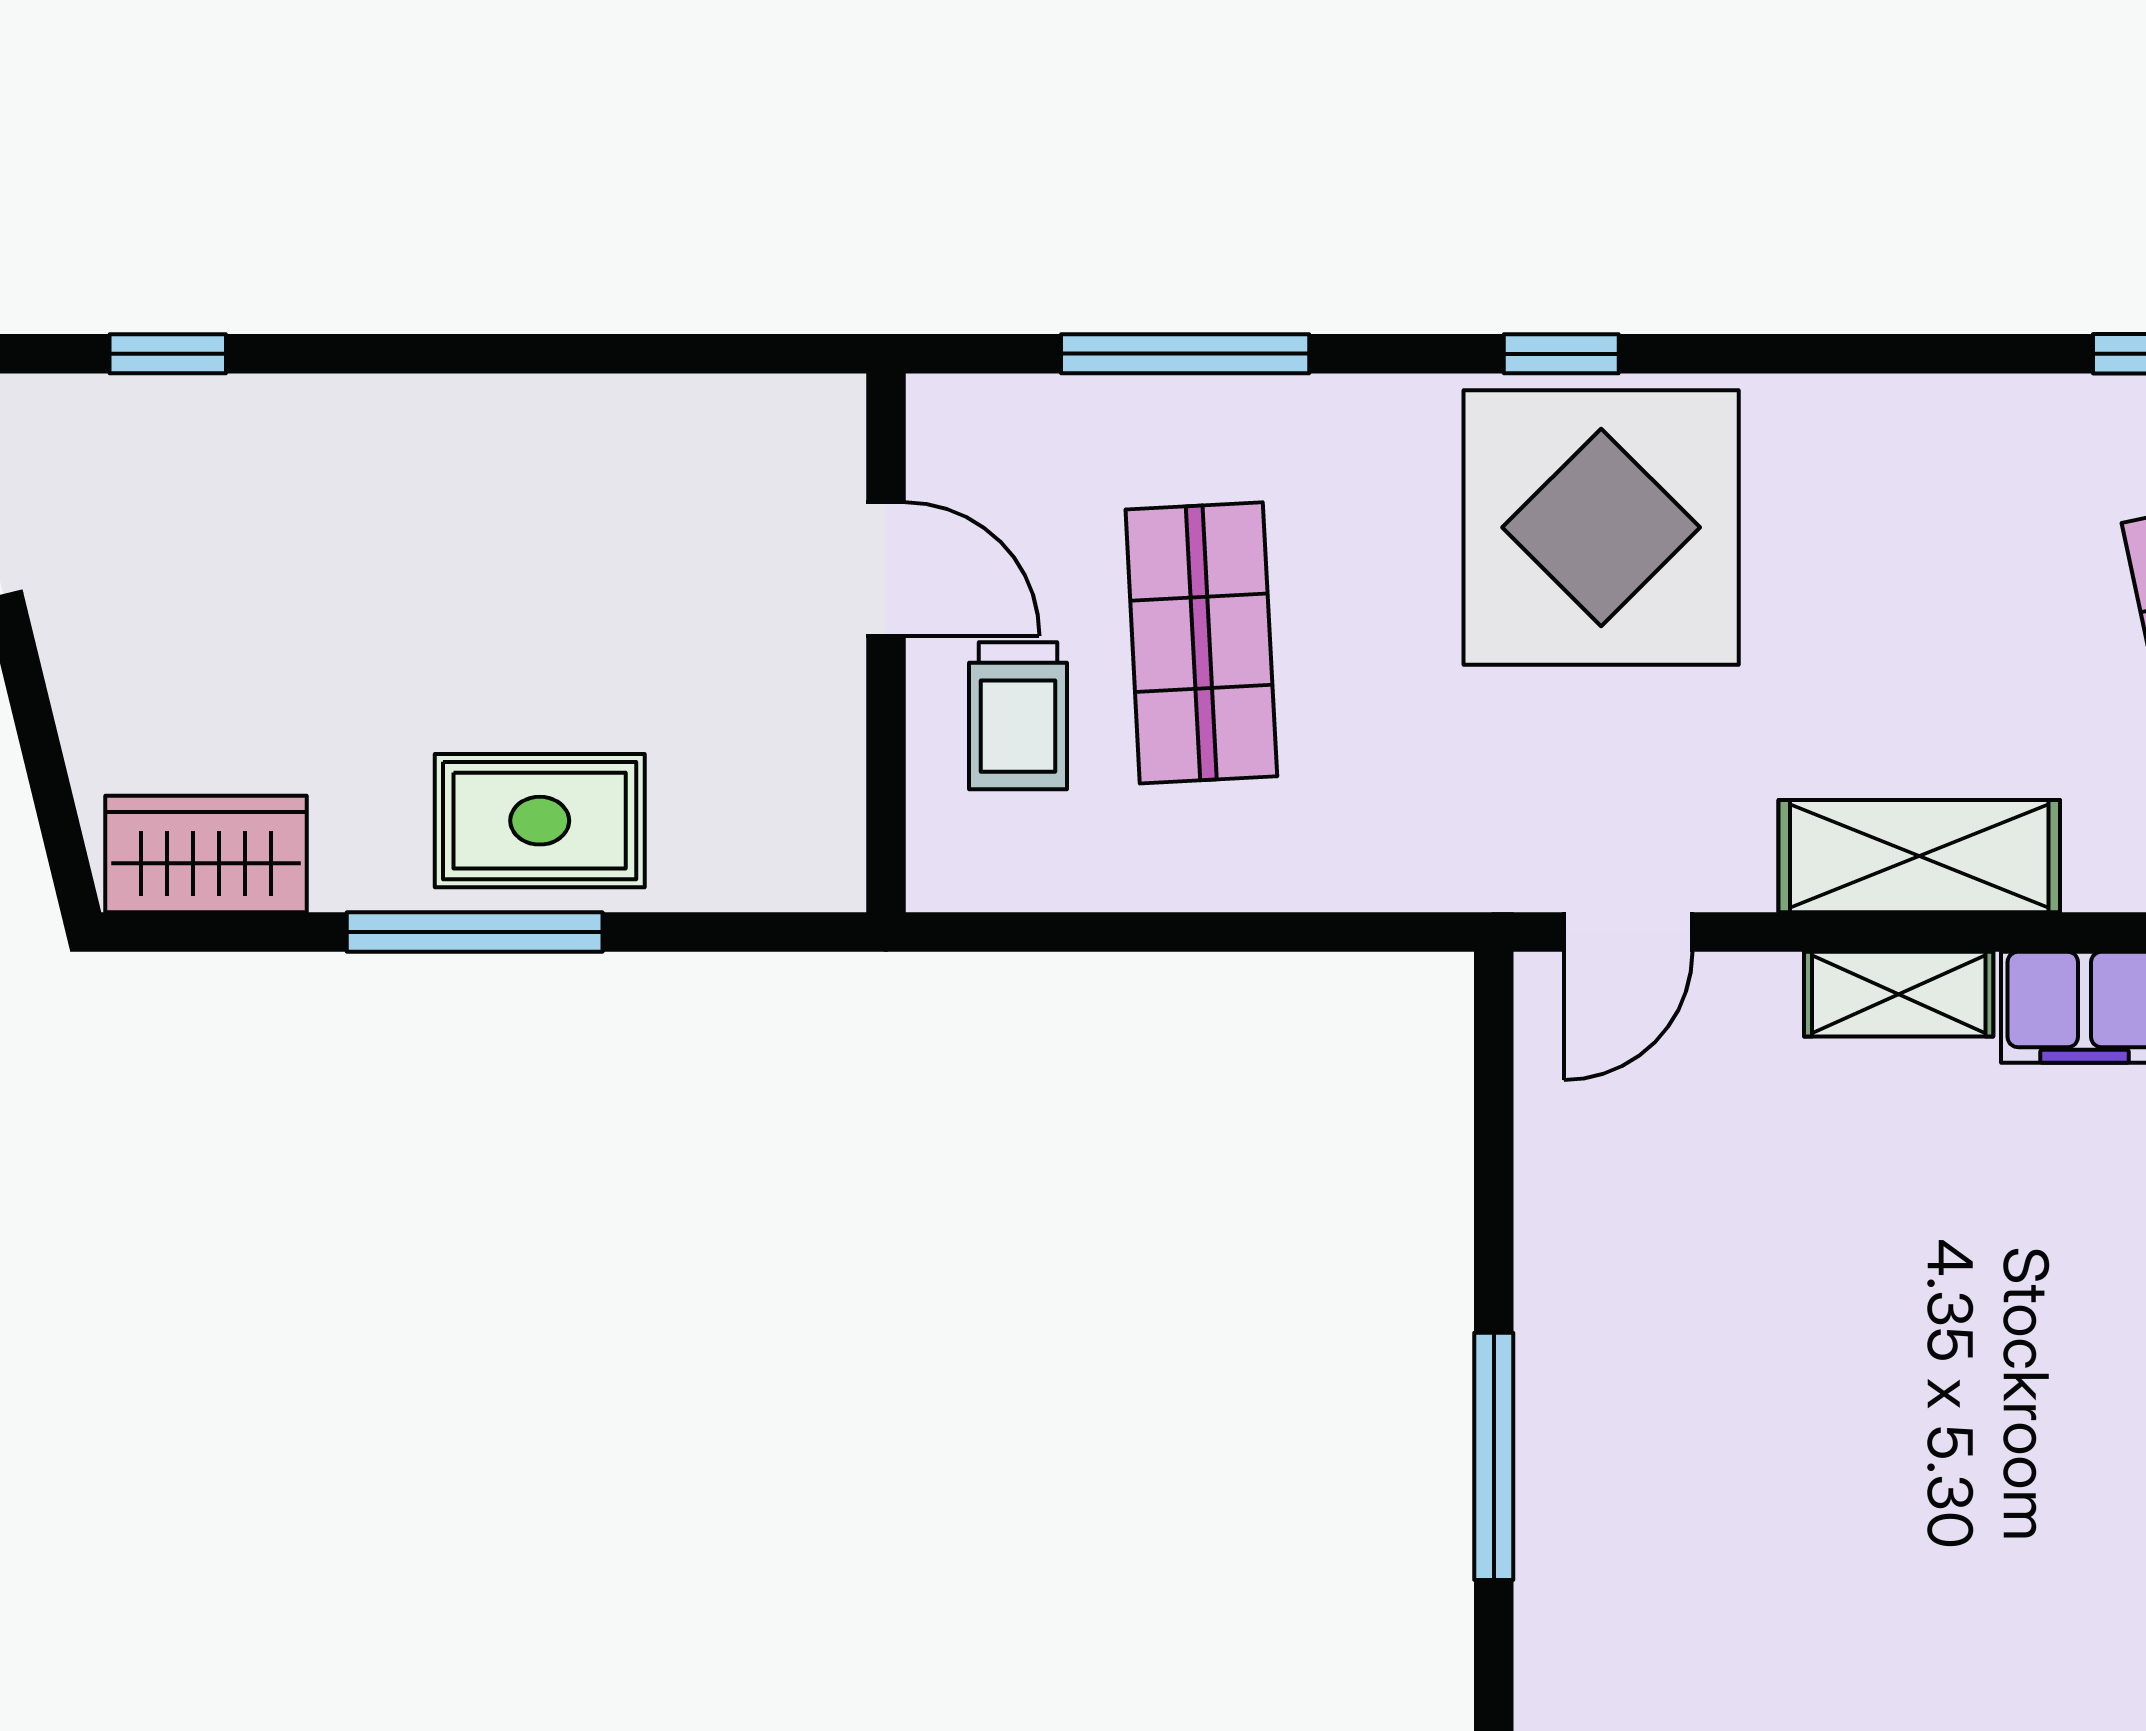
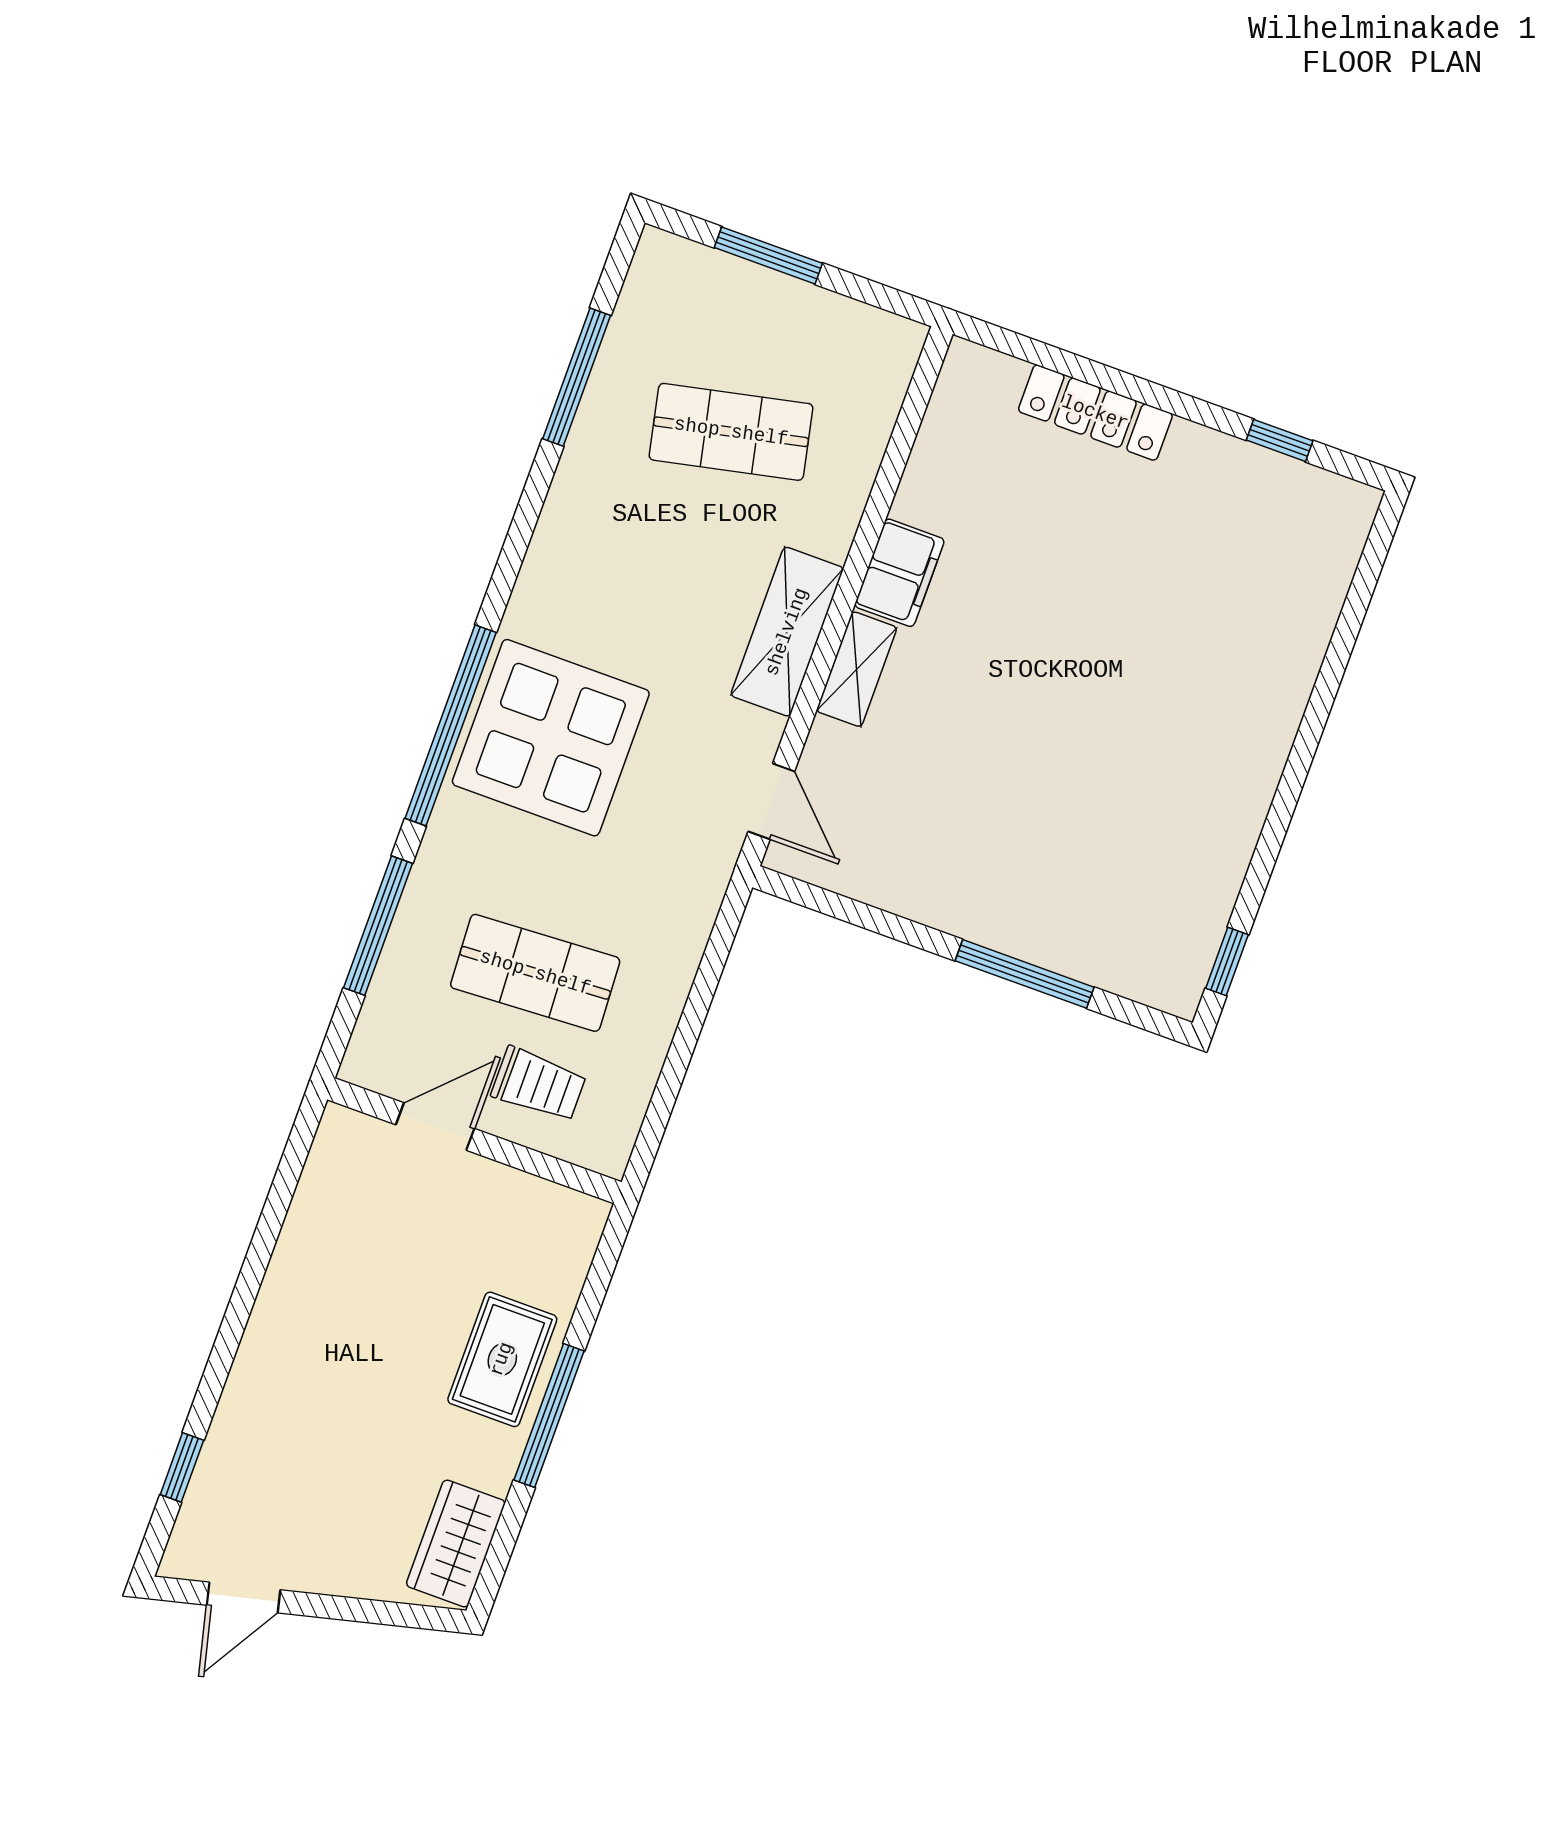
window: (1561, 354) -> (451, 725), width x3.17

